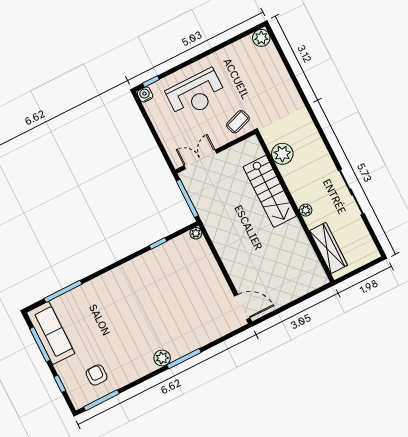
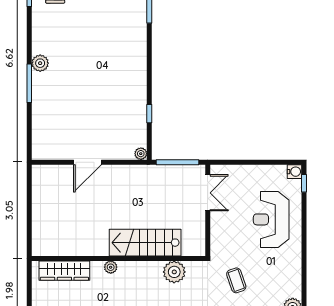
coffee table: (238, 122) -> (236, 280), moved
door: (242, 307) -> (88, 162), moved

